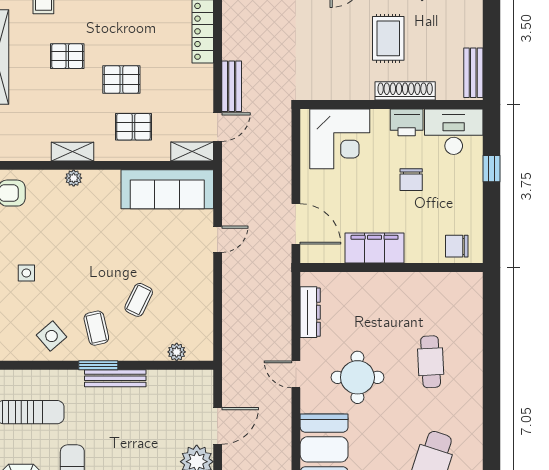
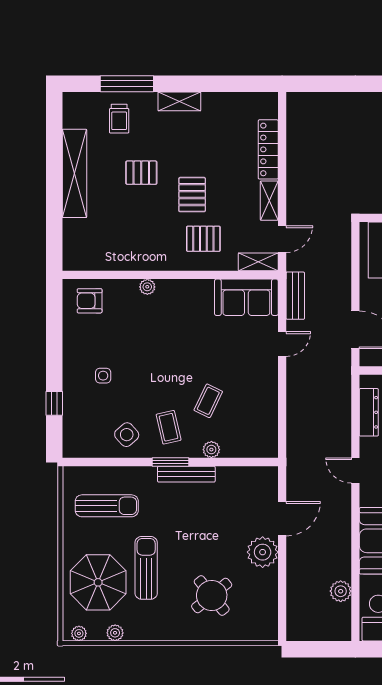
pallet: (121, 80) -> (192, 195), turned 90
bench: (232, 86) -> (295, 296), moved
shelving: (73, 152) -> (269, 201), moved, turned 90
sofa: (167, 189) -> (246, 297), width x0.73
plant: (177, 352) -> (211, 450), moved

